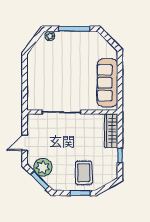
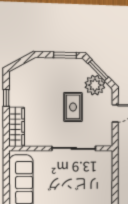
rug: (84, 173) -> (73, 107), moved
window: (80, 193) -> (65, 55), moved

